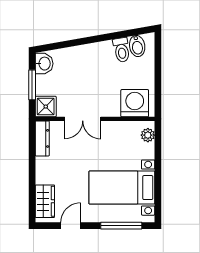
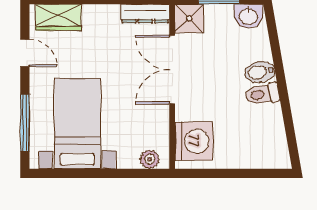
bidet: (137, 46) -> (260, 72), moved
toilet: (122, 50) -> (262, 94), moved
double door: (83, 119) -> (172, 69), width x1.37

